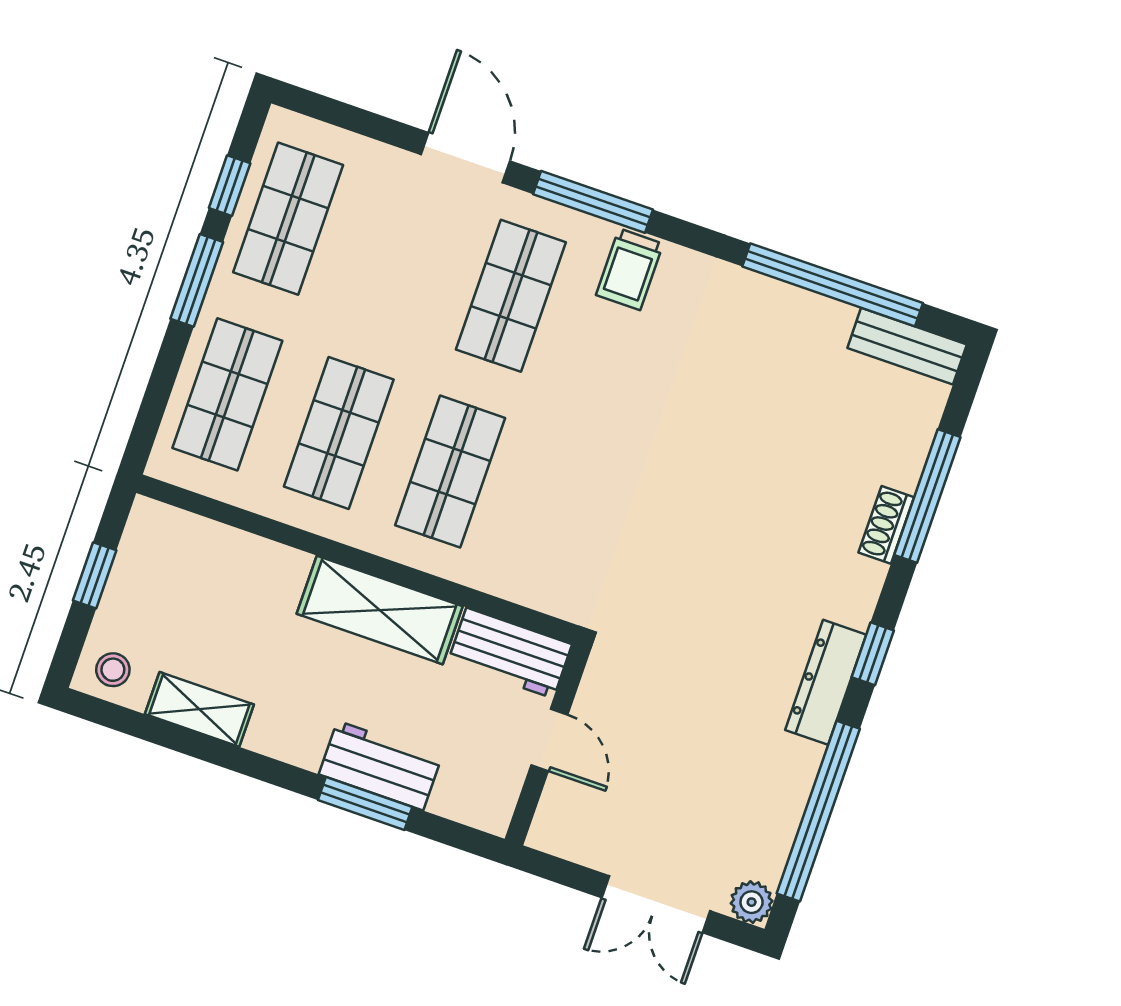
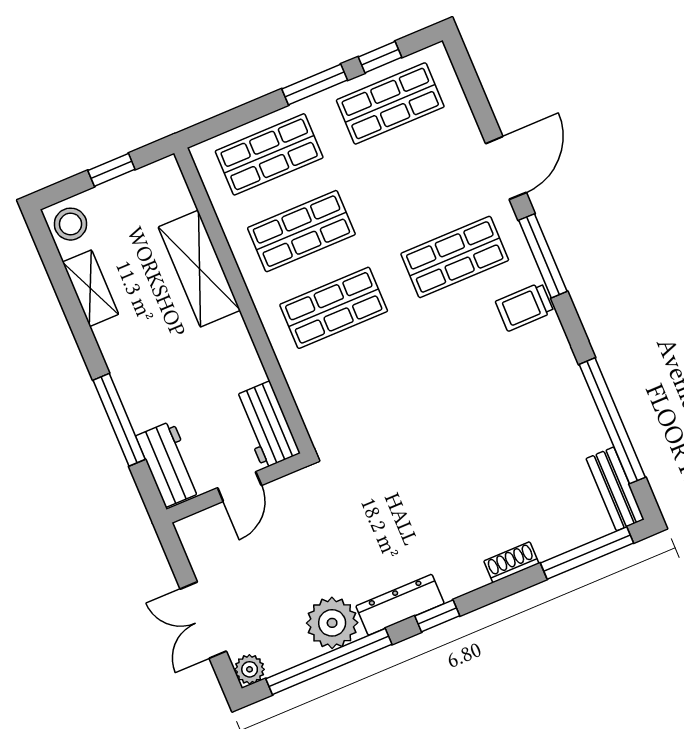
window: (927, 496) -> (587, 553), moved
shelving: (380, 610) -> (199, 269), moved
stool: (113, 670) -> (70, 224), width x1.37, depth x1.37
workbench: (380, 766) -> (169, 464), moved
plant: (781, 771) -> (332, 623), added
window: (365, 803) -> (119, 420), width x1.44

